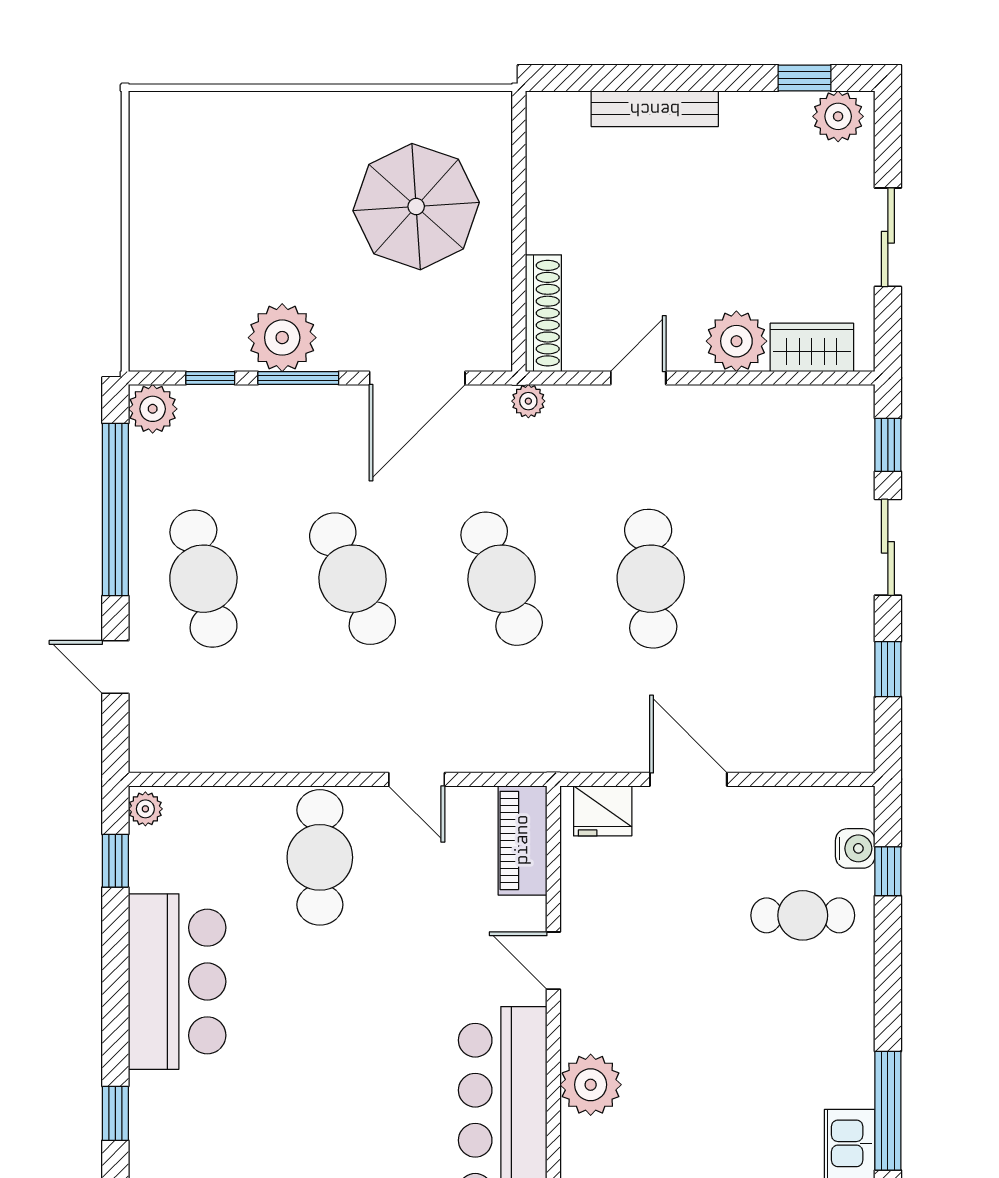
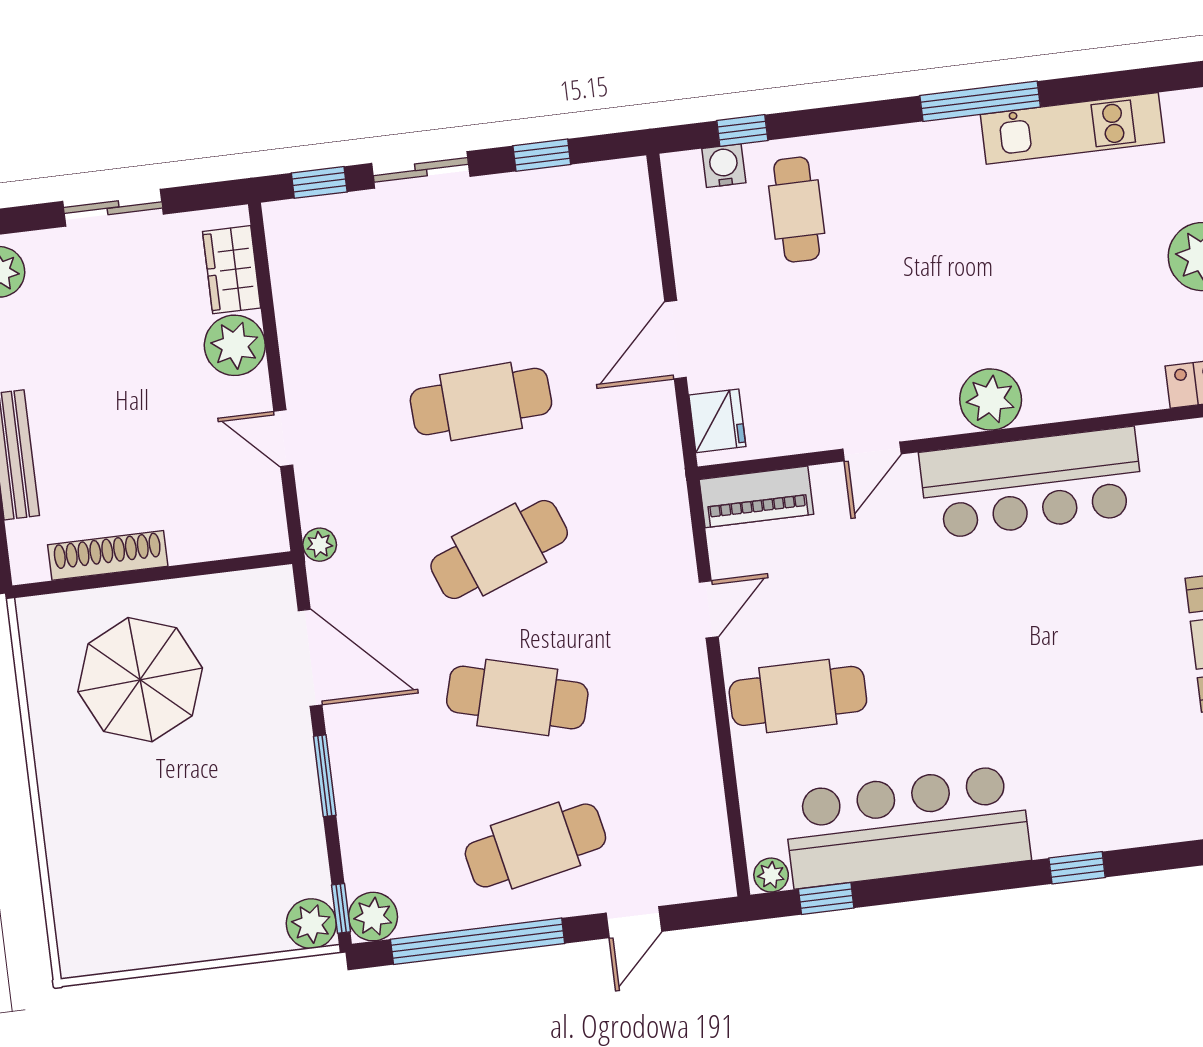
shoe rack: (543, 313) -> (108, 555), moved
plant: (282, 338) -> (311, 924), moved, width x0.73, depth x0.73
window: (210, 378) -> (341, 908), moved
cafe table: (353, 579) -> (517, 697), turned 39
bar counter: (177, 982) -> (907, 826), width x1.36

